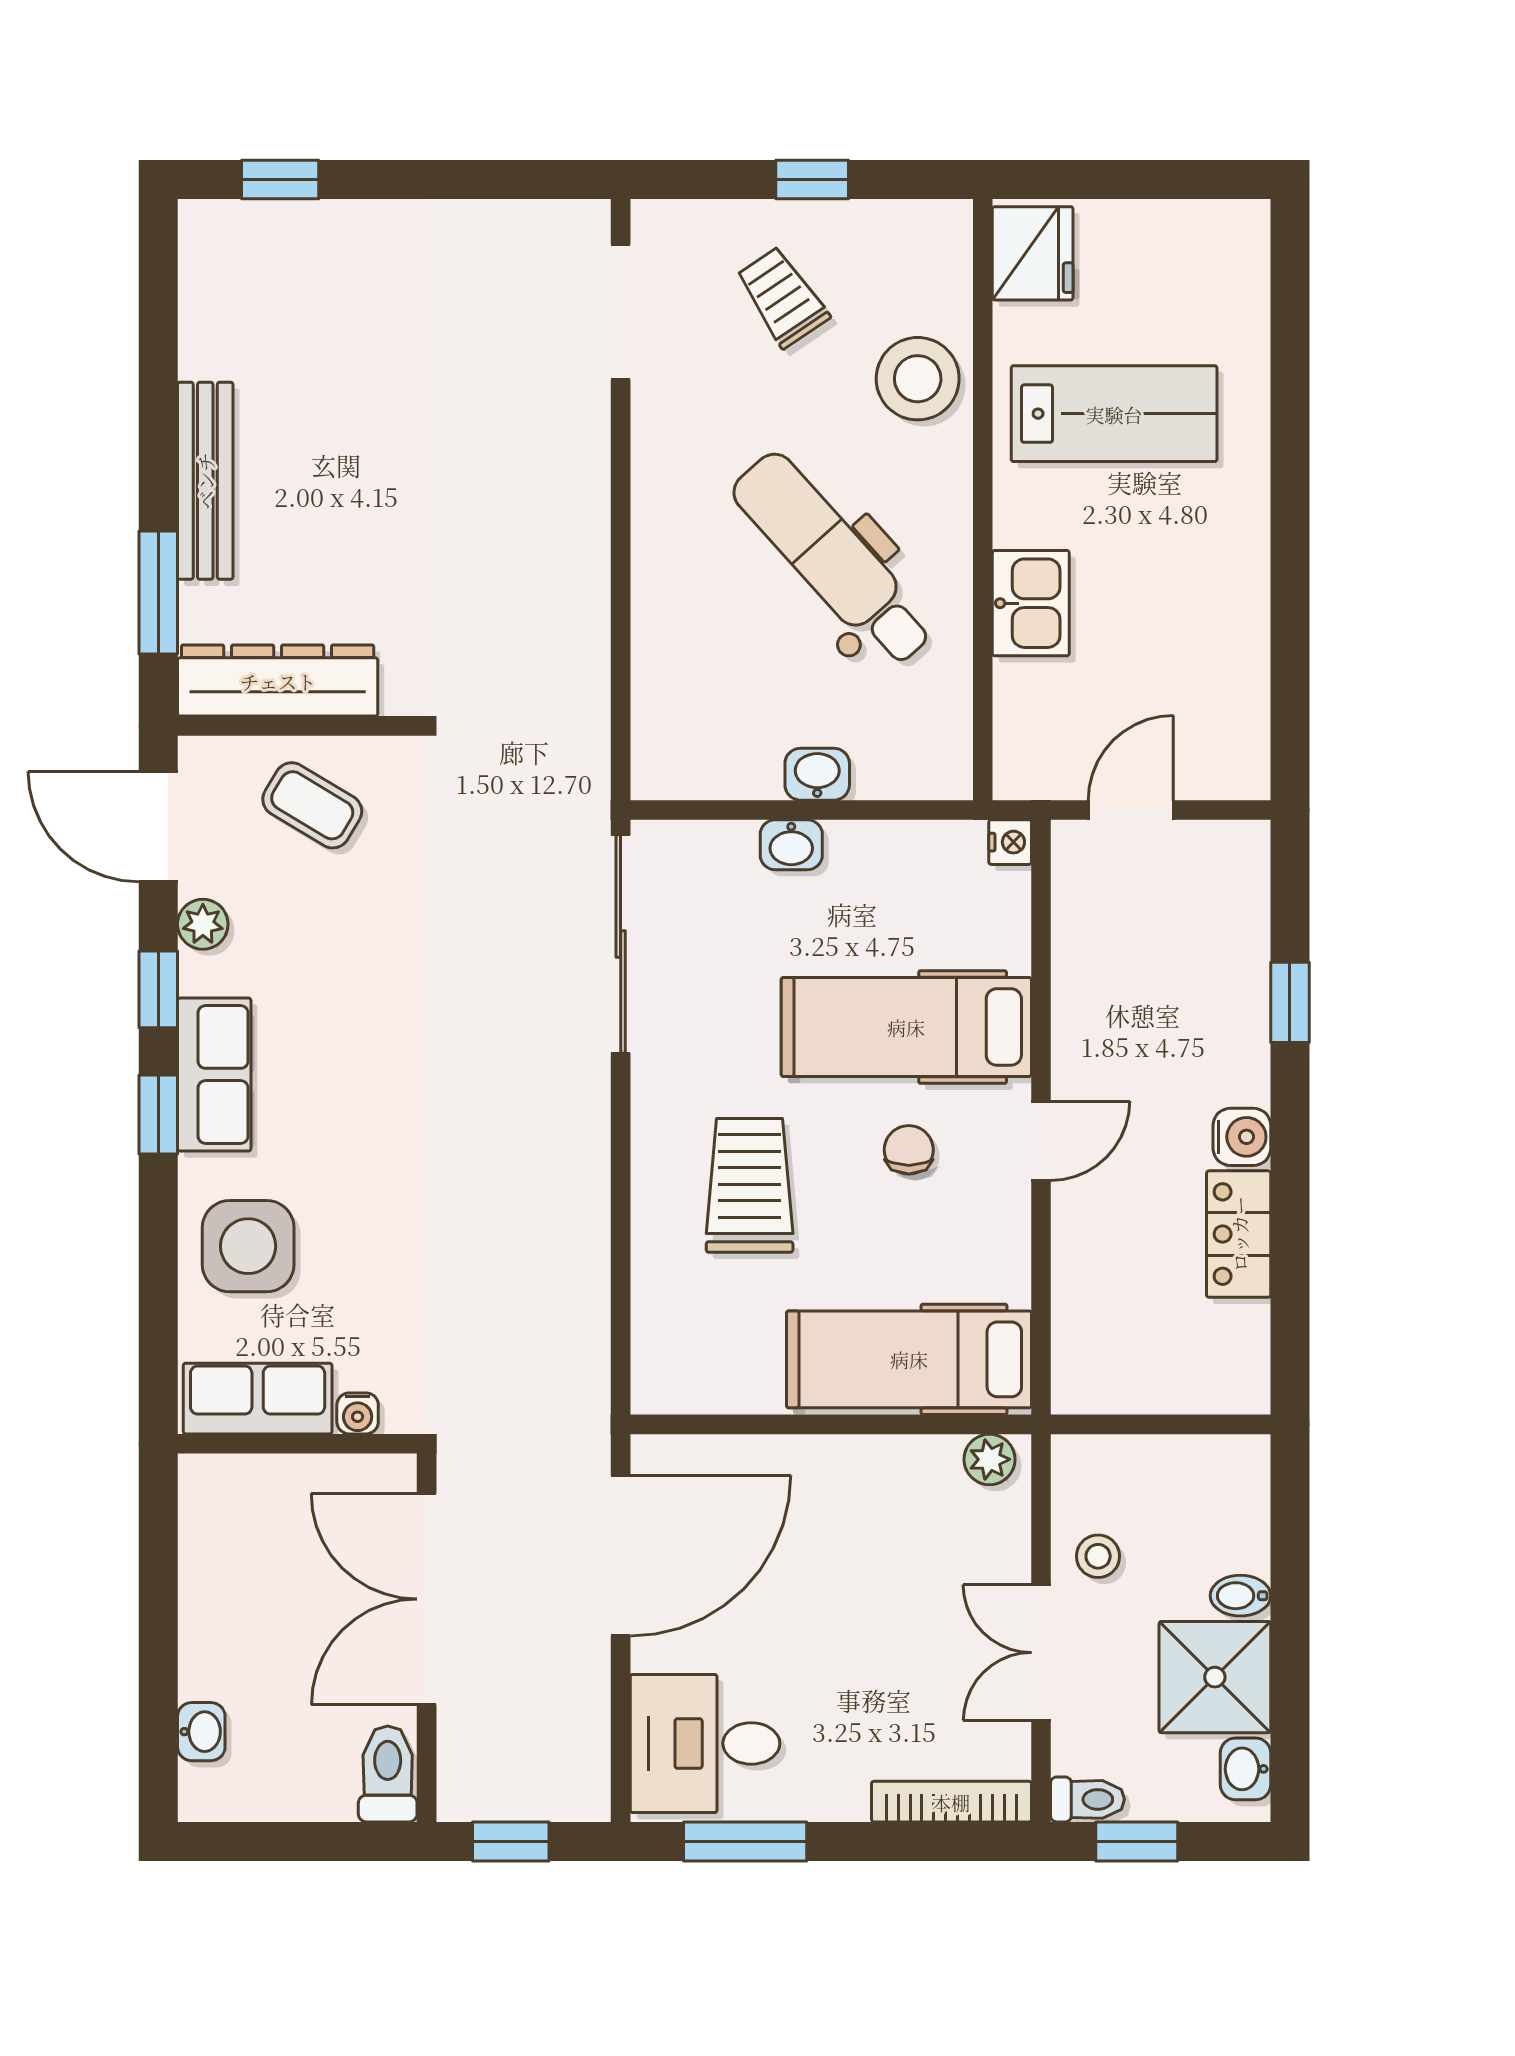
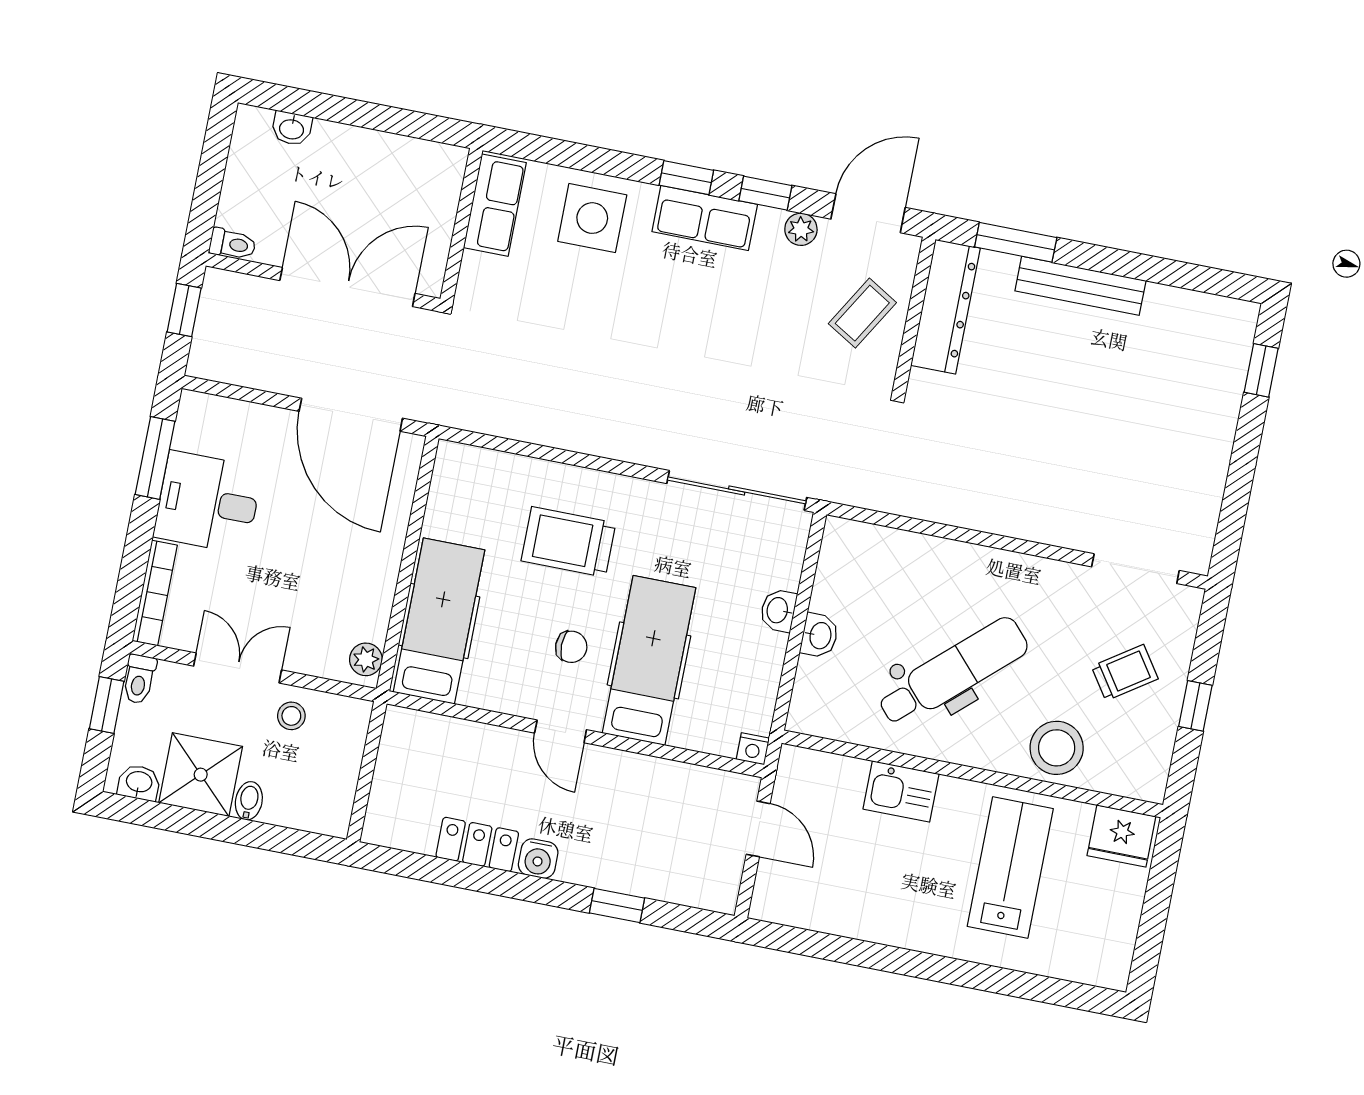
lab bench: (1114, 414) -> (1010, 867), turned 180
trolley: (750, 1185) -> (568, 542), turned 180
water cooler: (358, 1413) -> (473, 266), removed
desk: (705, 1743) -> (208, 502), moved, turned -90
toilet: (388, 1774) -> (233, 244), width x0.73, depth x0.72

